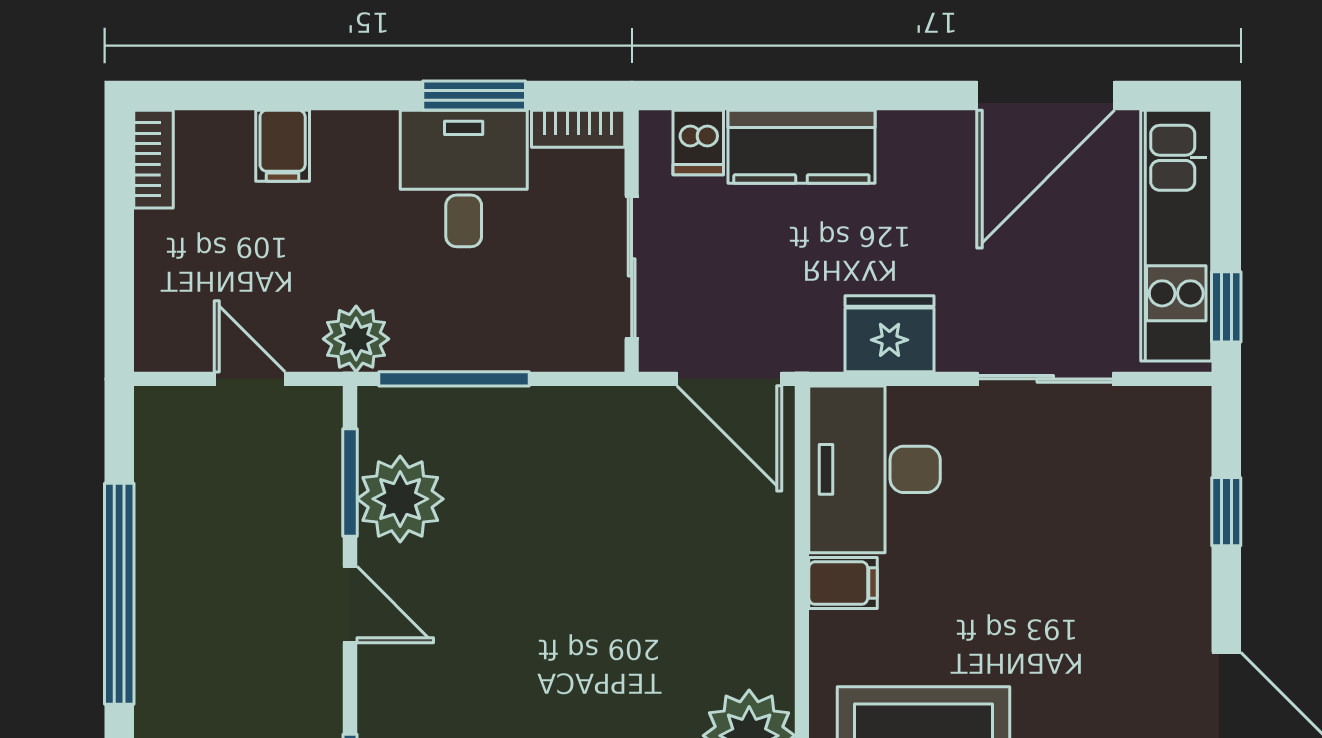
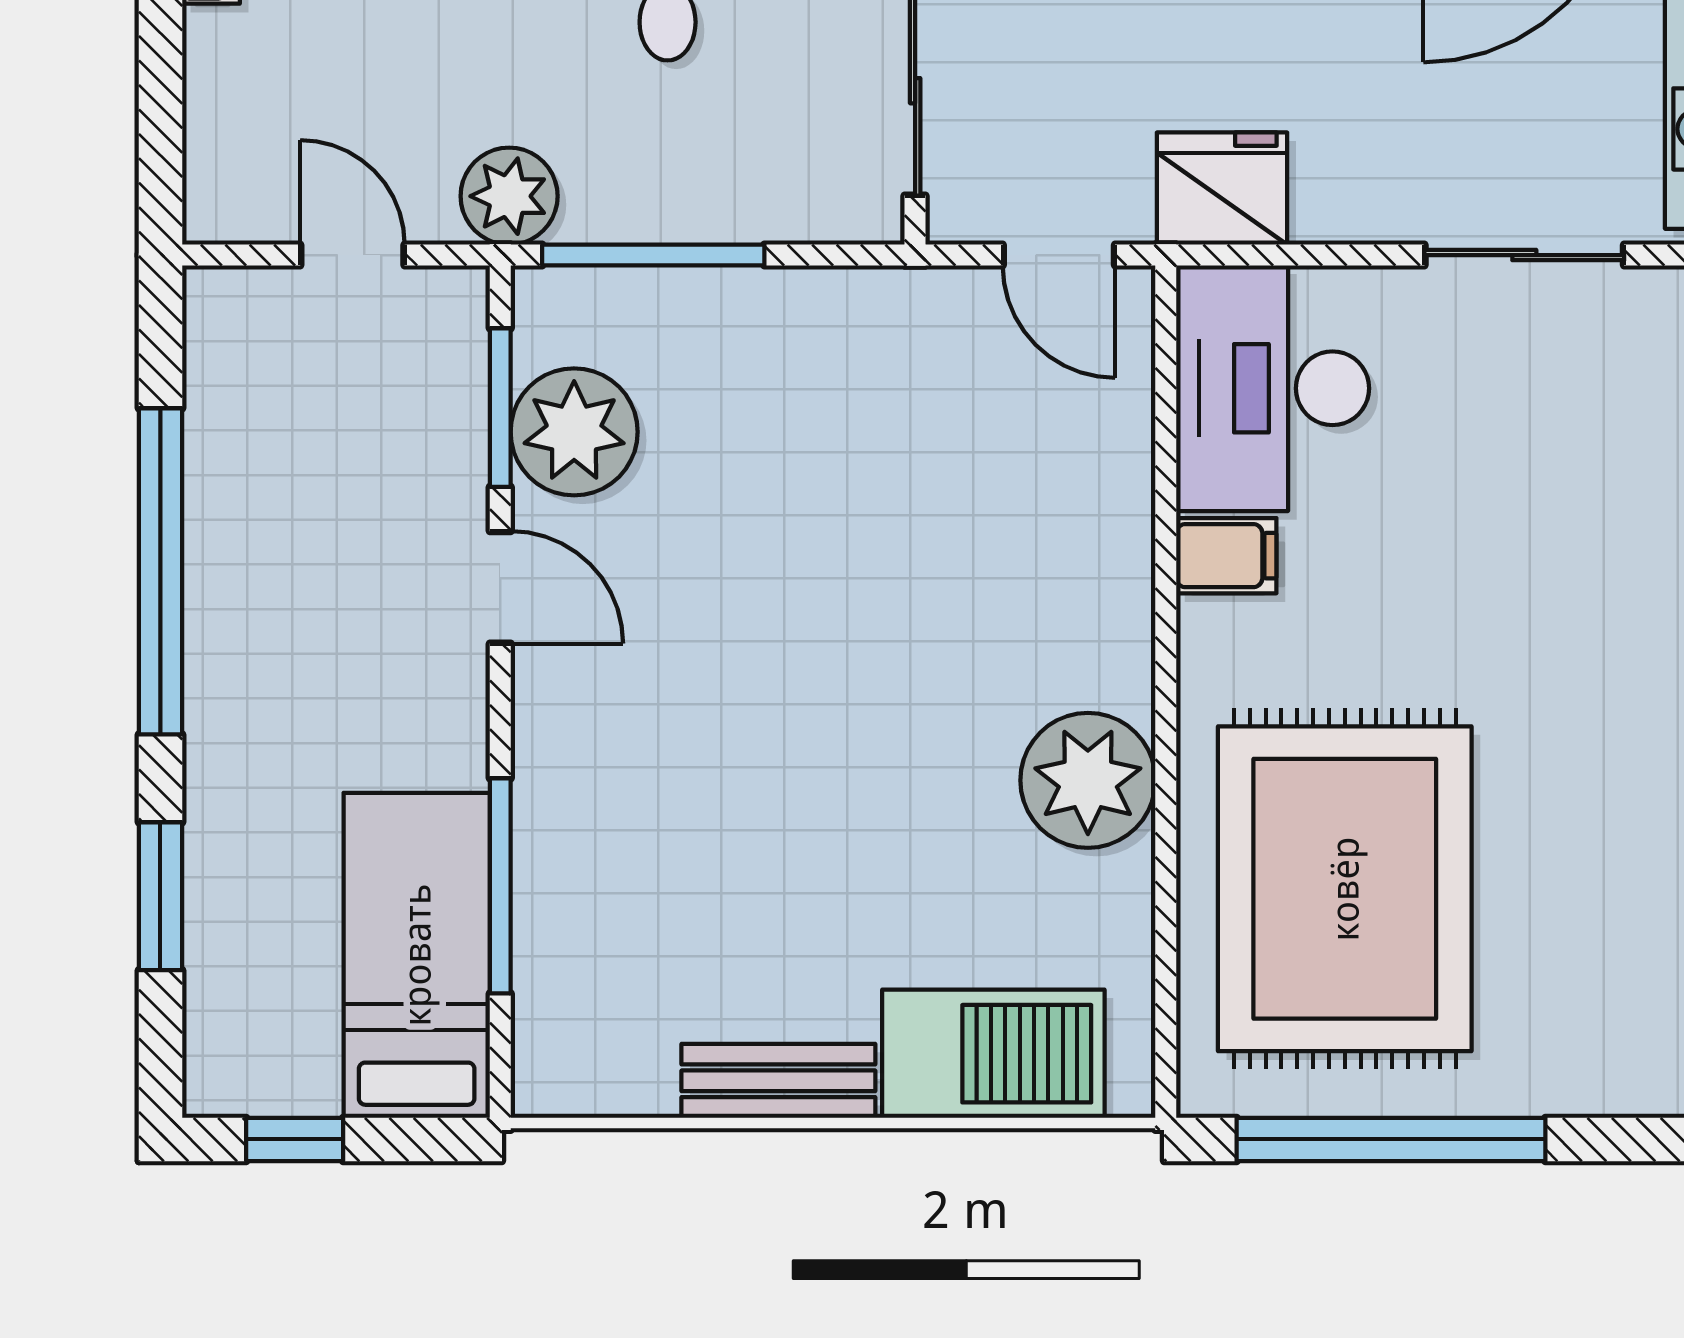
fridge: (889, 334) -> (1222, 189), moved
door: (729, 379) -> (1059, 255), width x0.73

